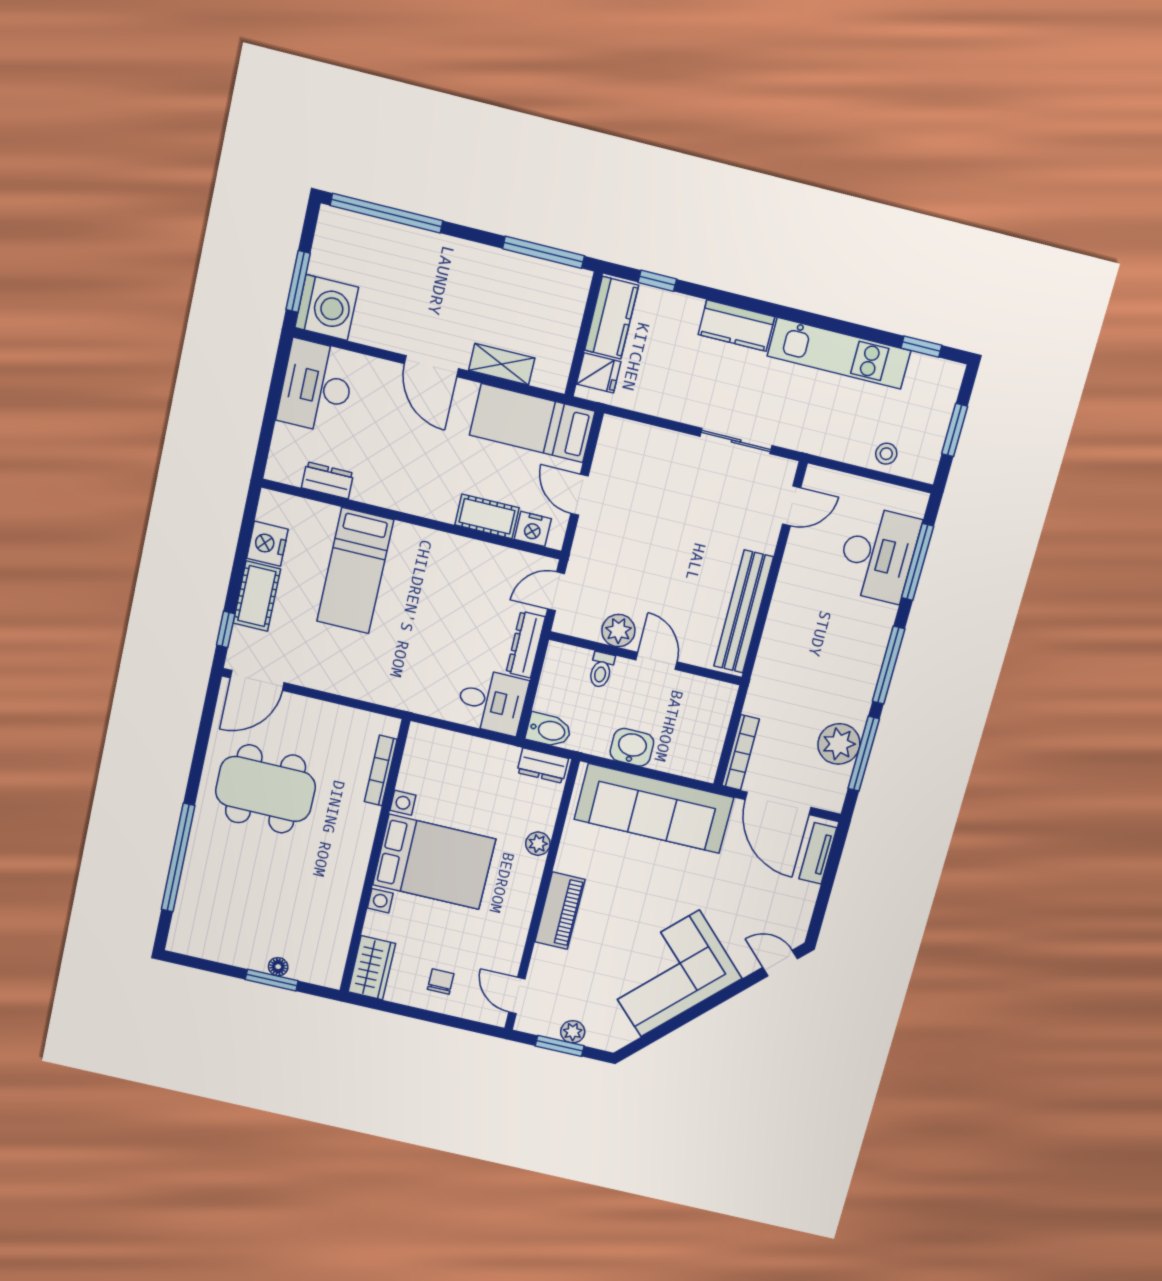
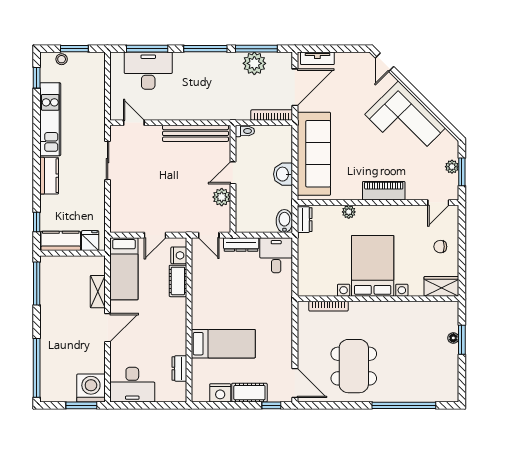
stool: (886, 454) -> (62, 59), moved
toilet: (601, 670) -> (245, 131), moved

